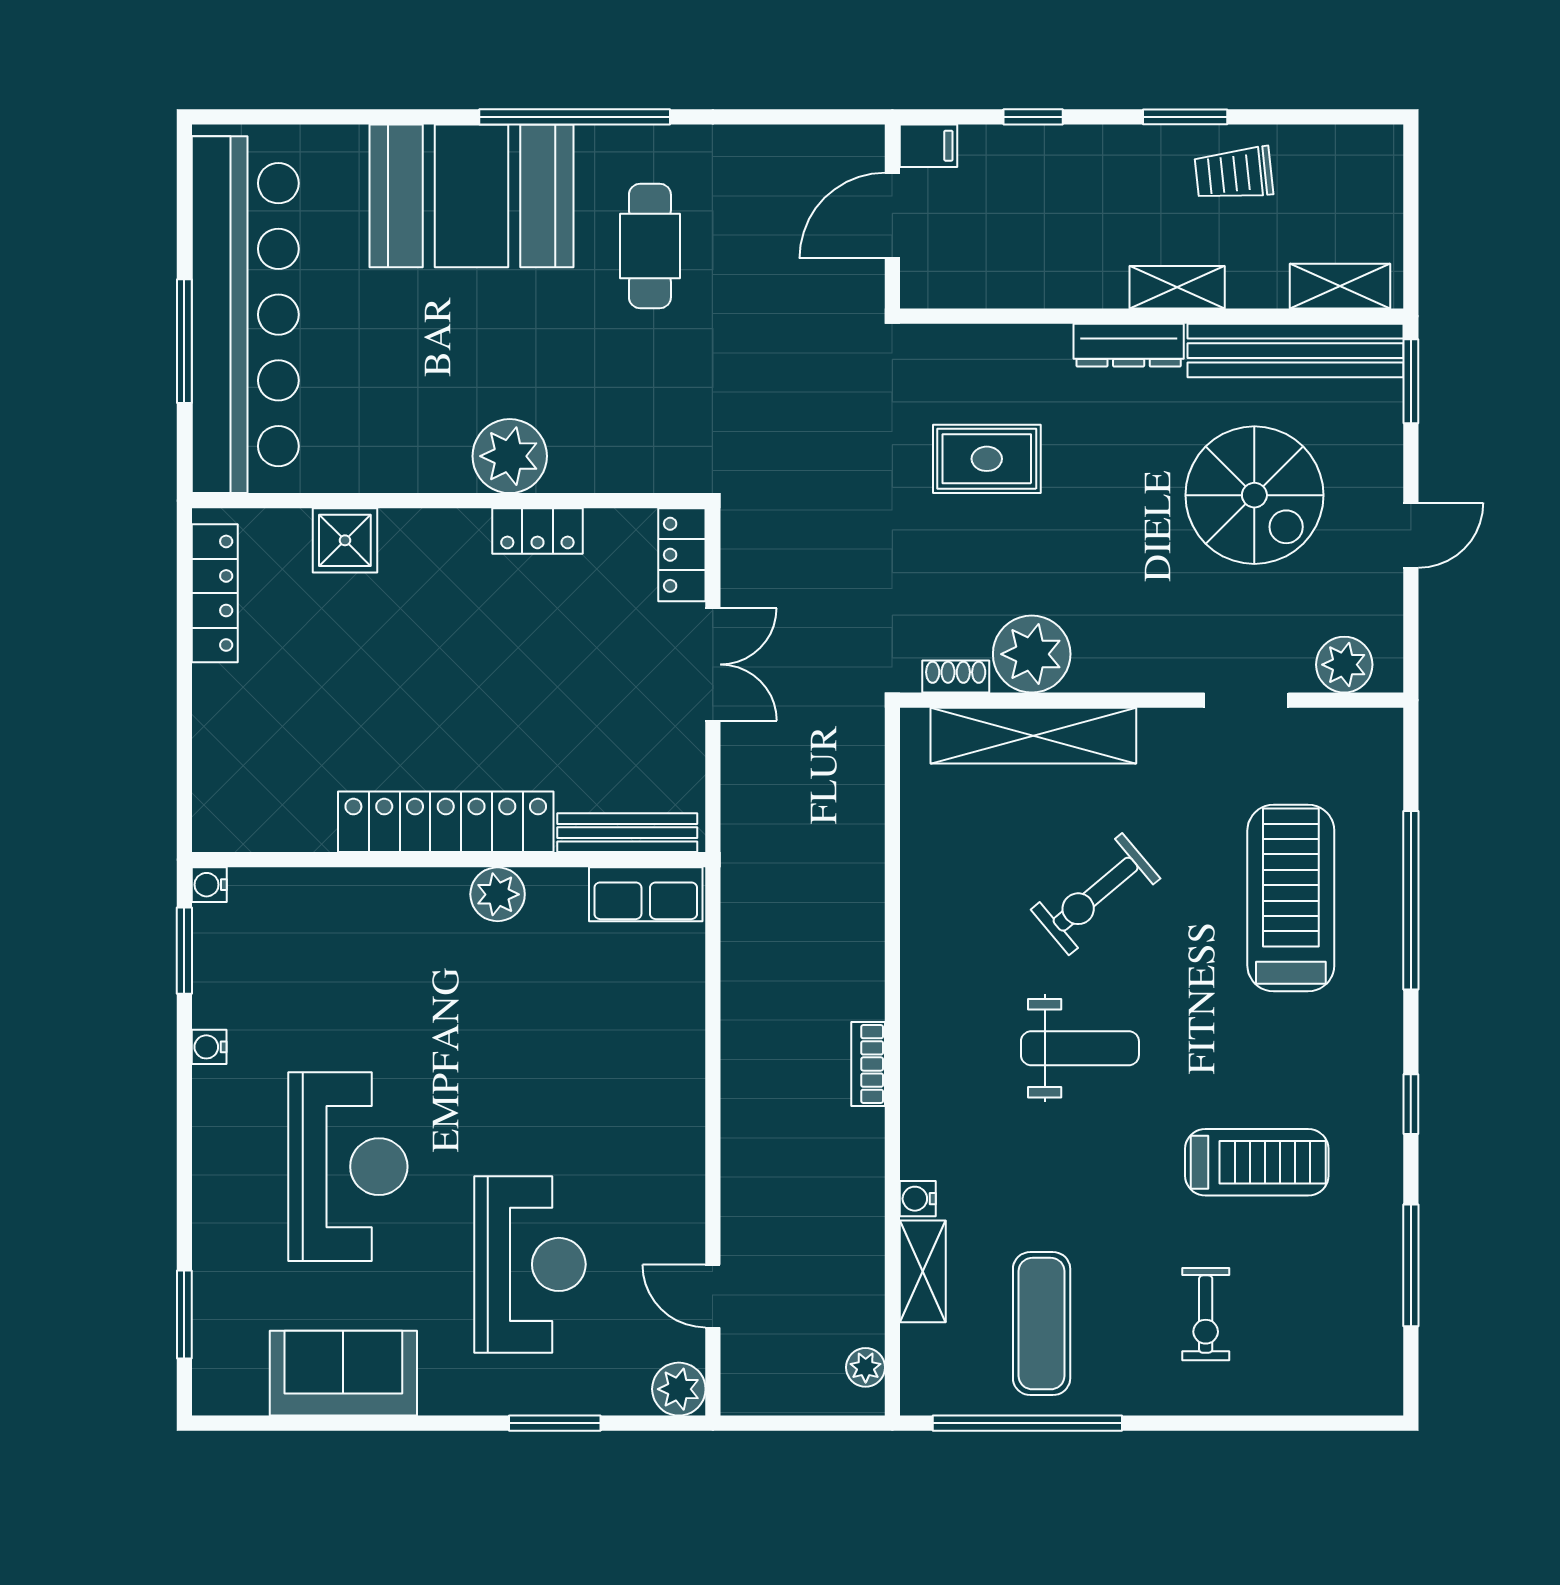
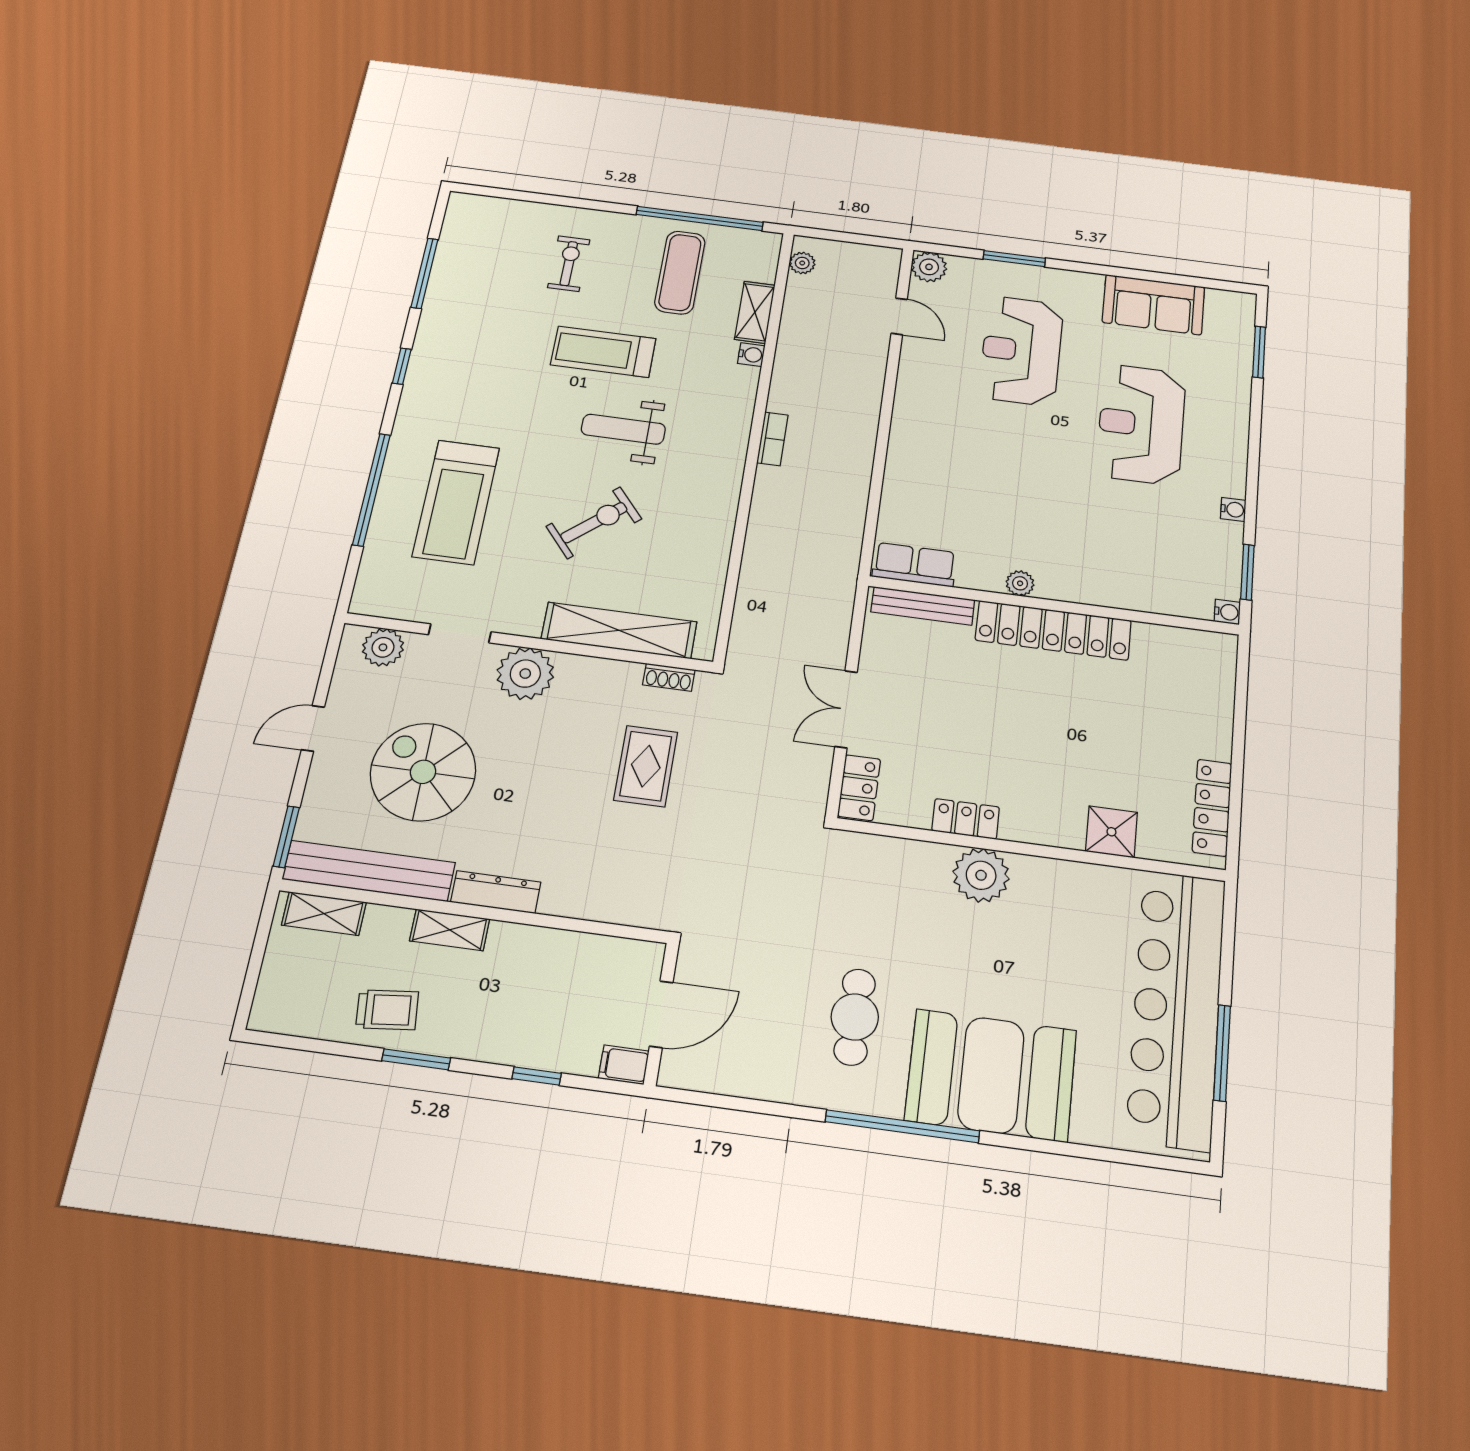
window: (184, 341) -> (1222, 1053), moved
rug: (987, 459) -> (646, 766), moved, turned 90
plant: (1032, 654) -> (525, 674), moved
plant: (498, 894) -> (1020, 583), width x0.73, depth x0.73
treadmill: (1257, 1162) -> (603, 352), moved

